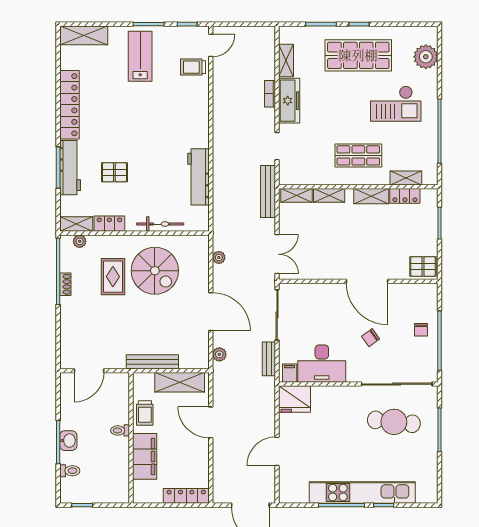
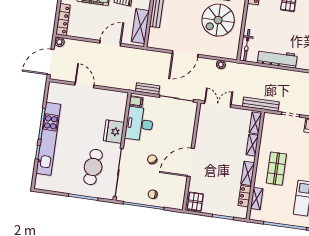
bicycle: (160, 224) -> (247, 45), moved
double door: (277, 254) -> (218, 104), swing flipped
plant: (219, 354) -> (59, 42), moved
fridge: (294, 399) -> (114, 131), moved

